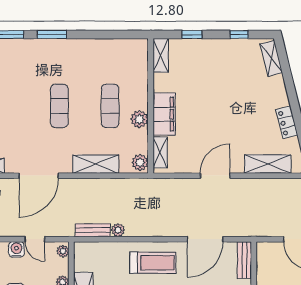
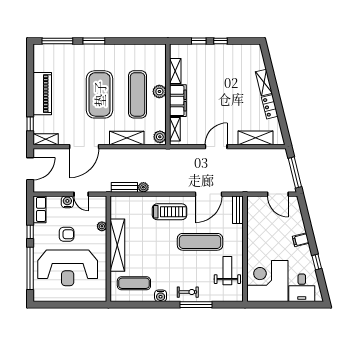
window: (239, 35) -> (220, 41), moved
shelving: (161, 55) -> (175, 71), moved
shelving: (271, 58) -> (264, 83), moved
exercise mat: (59, 106) -> (100, 94), width x2.00, depth x1.45
exercise mat: (110, 106) -> (138, 94), width x1.36, depth x1.45
plant: (139, 119) -> (159, 92), moved
plant: (63, 251) -> (102, 203), removed

